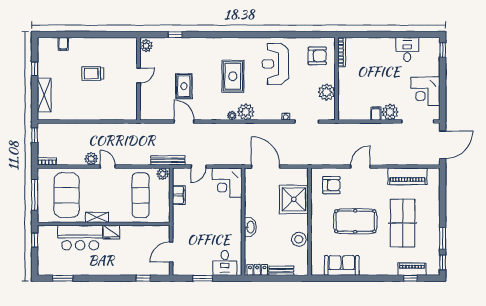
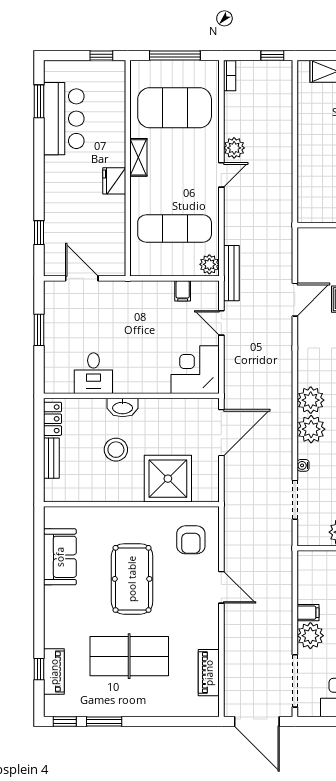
plant: (232, 116) -> (311, 429), moved, width x1.88, depth x1.88
piano: (407, 176) -> (209, 673), width x0.73, depth x0.75
filing cabinet: (179, 195) -> (183, 291), width x0.50
bar counter: (80, 238) -> (64, 119), moved, turned 180
stool: (299, 239) -> (116, 450), moved
desk: (225, 263) -> (93, 373), moved, turned -90

